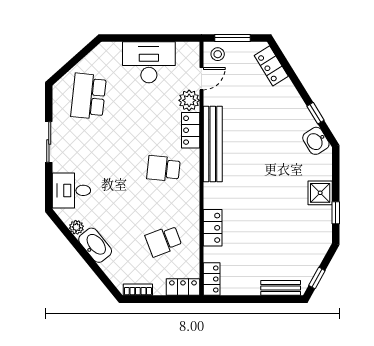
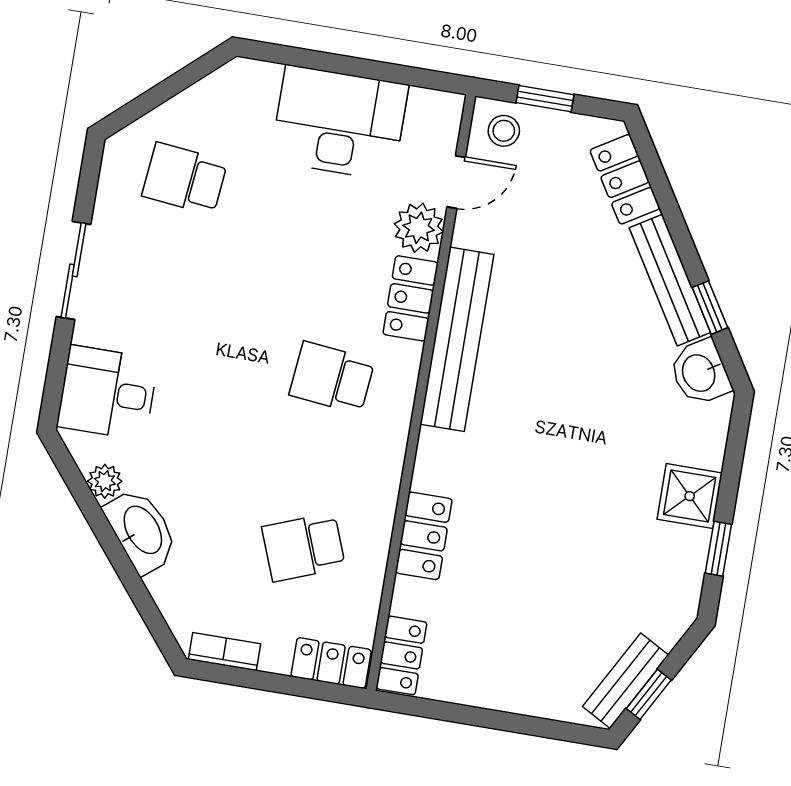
window: (233, 38) -> (545, 99), width x0.67
school desk: (89, 96) -> (185, 179), width x0.54
bench: (297, 105) -> (670, 280), added
bench: (281, 288) -> (625, 681), moved, turned -61

